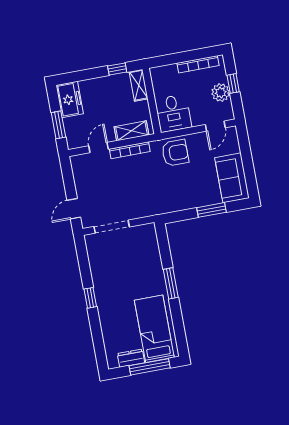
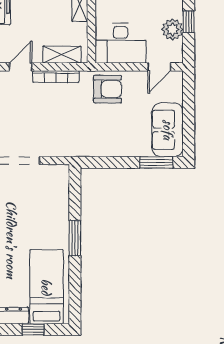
desk: (173, 113) -> (121, 43), width x1.37
window: (211, 210) -> (156, 162), moved
window: (150, 367) -> (33, 329), width x0.46

